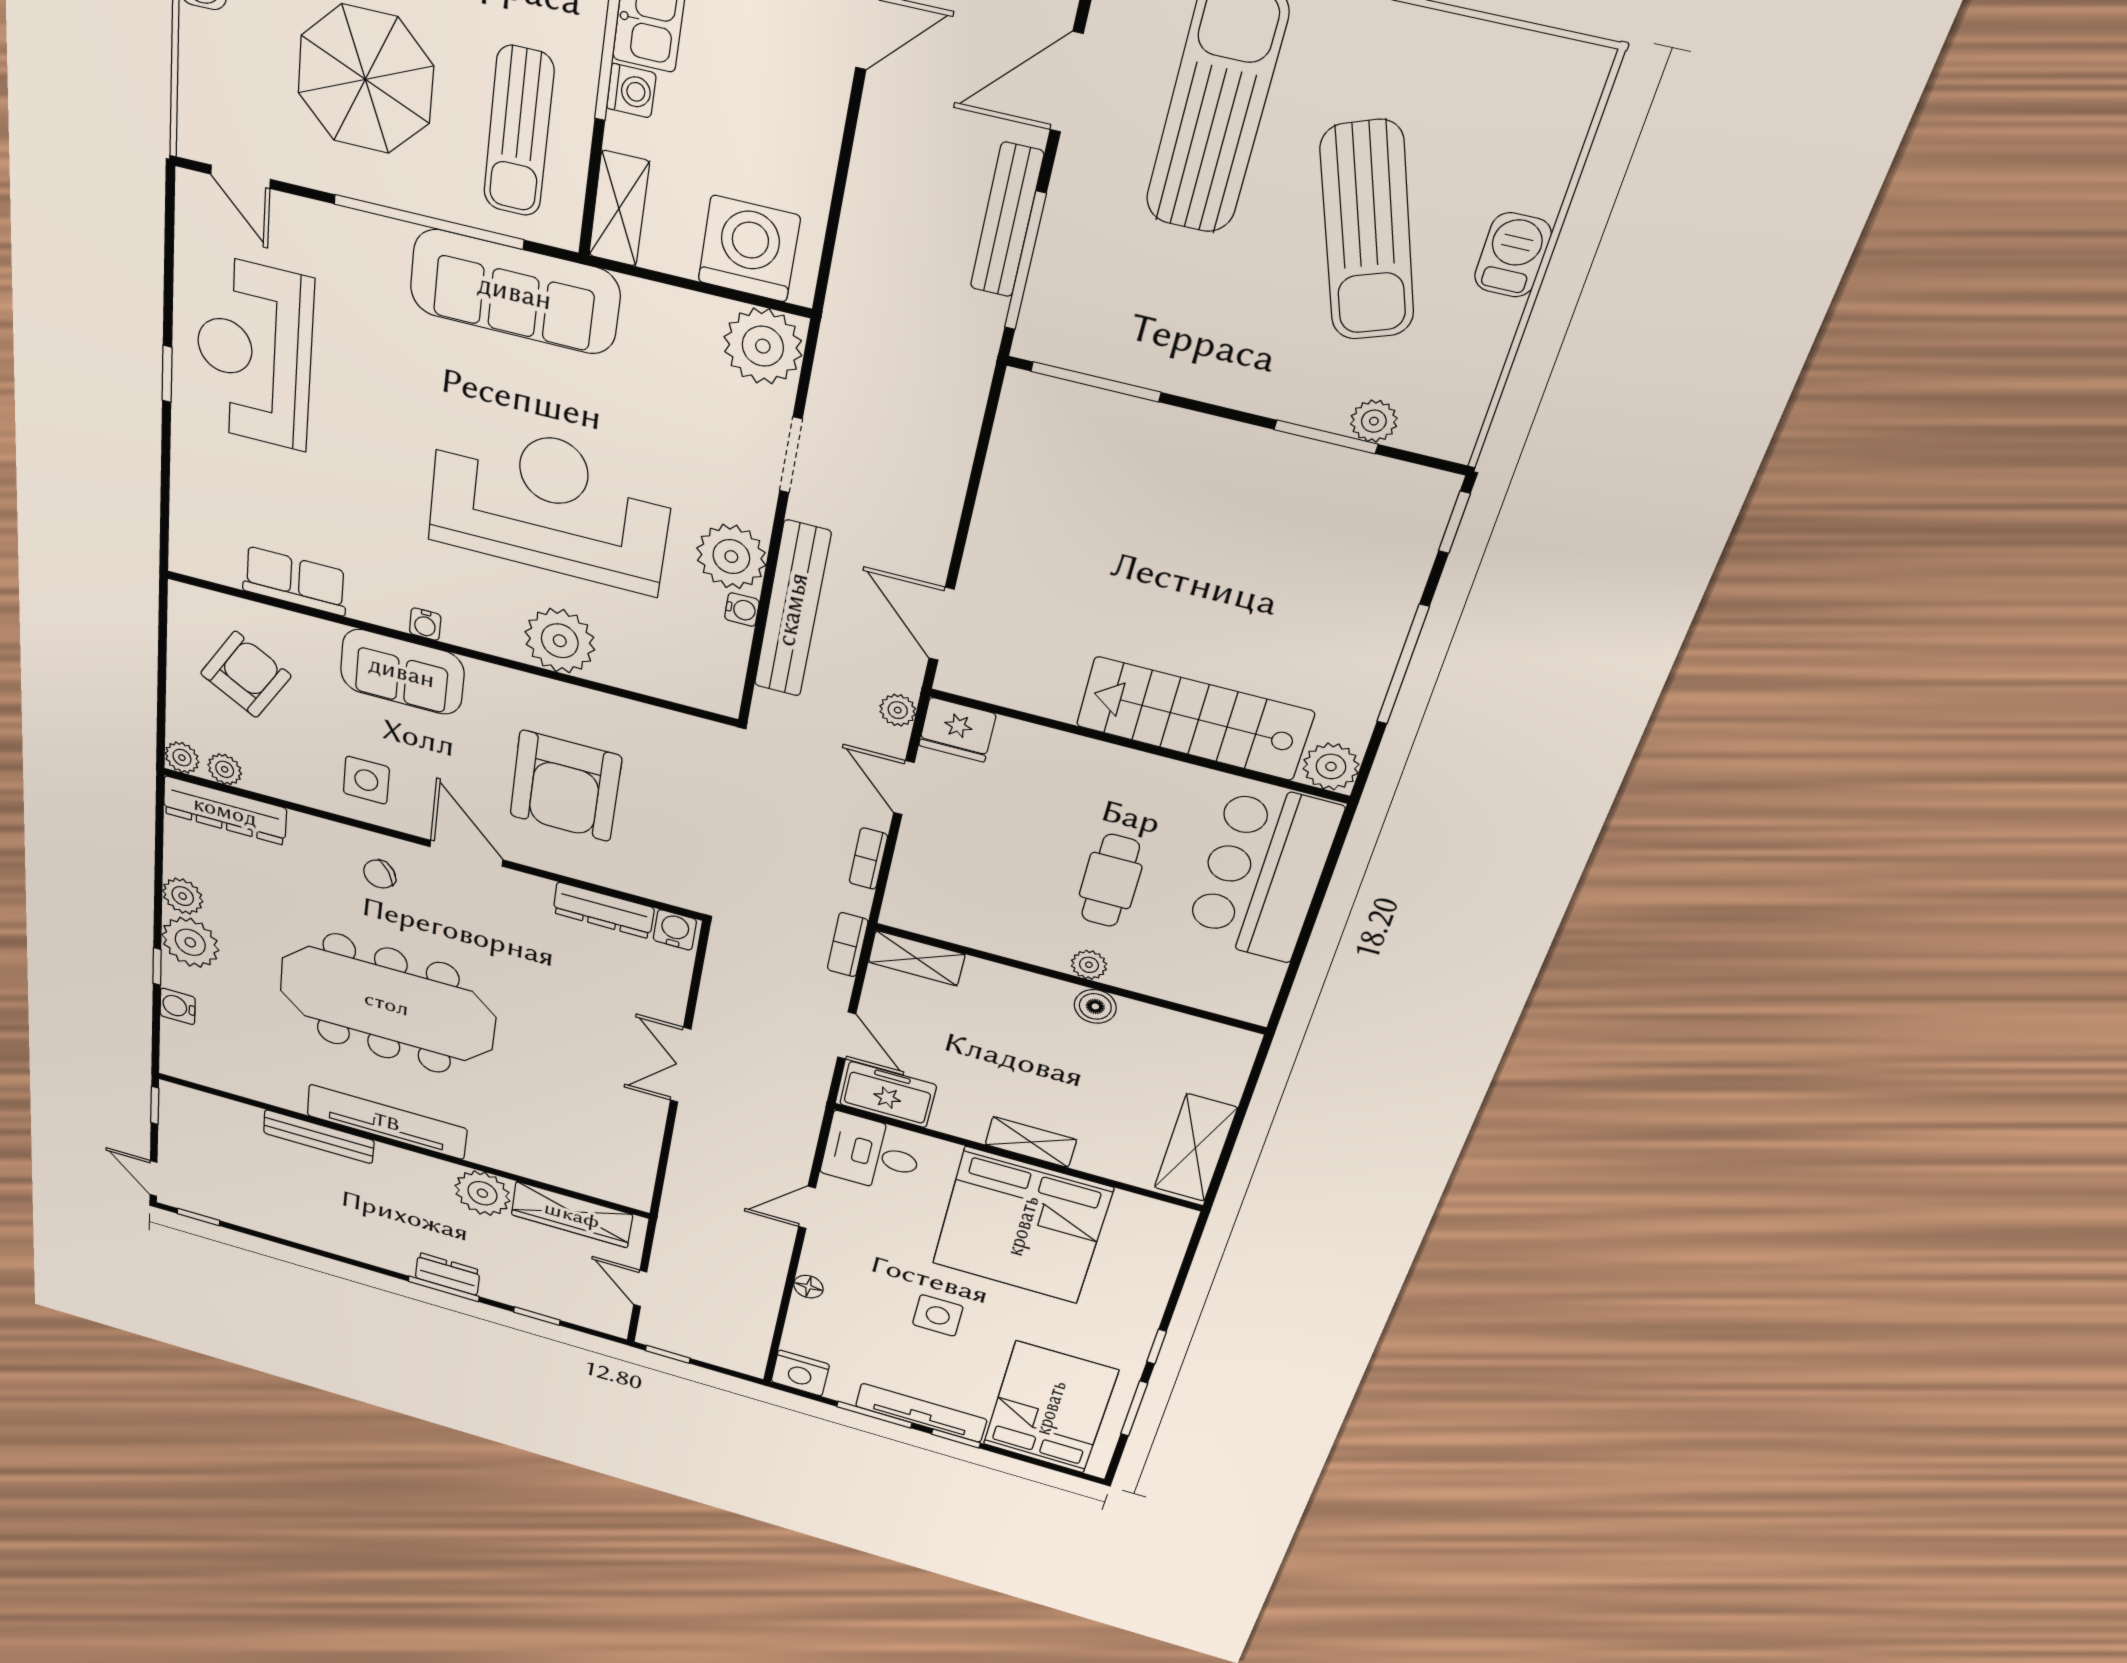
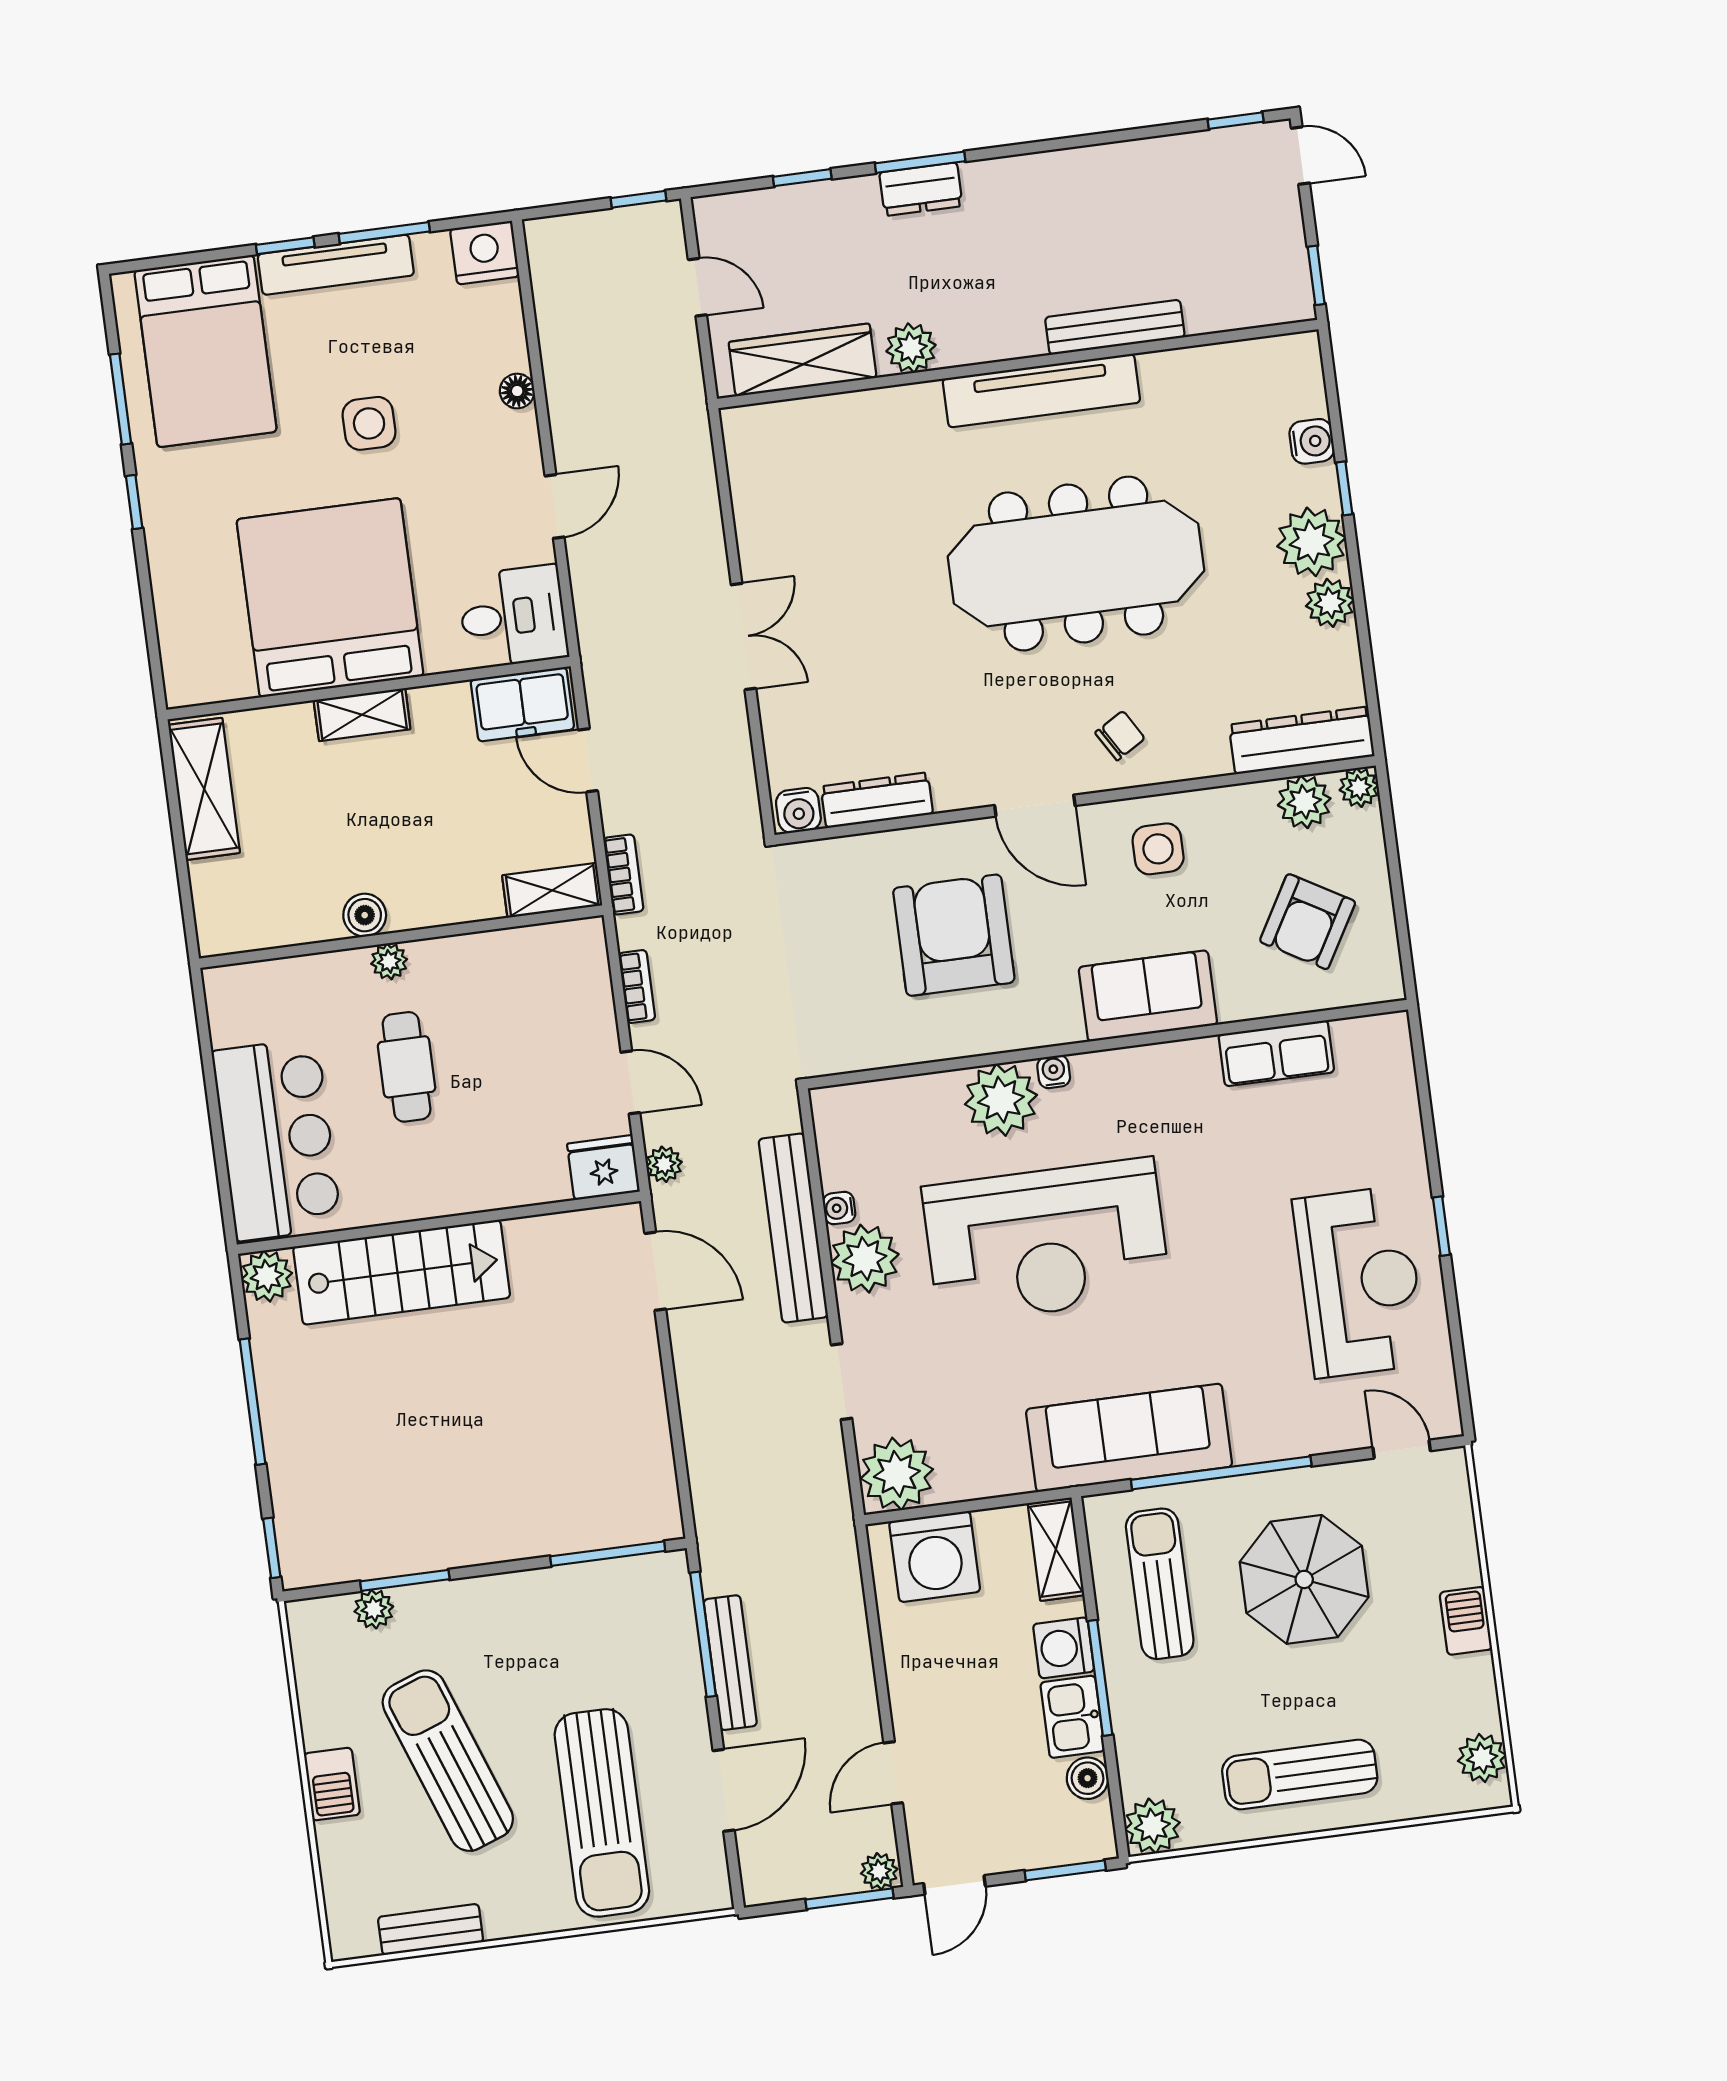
bench: (1479, 45) -> (431, 1930), added
washing machine: (631, 91) -> (1064, 1648), width x1.38, depth x1.38
water cooler: (425, 624) -> (1054, 1072), moved
plant: (225, 769) -> (1304, 802), width x1.38, depth x1.38
plant: (482, 1193) -> (911, 348), width x0.73, depth x0.73

